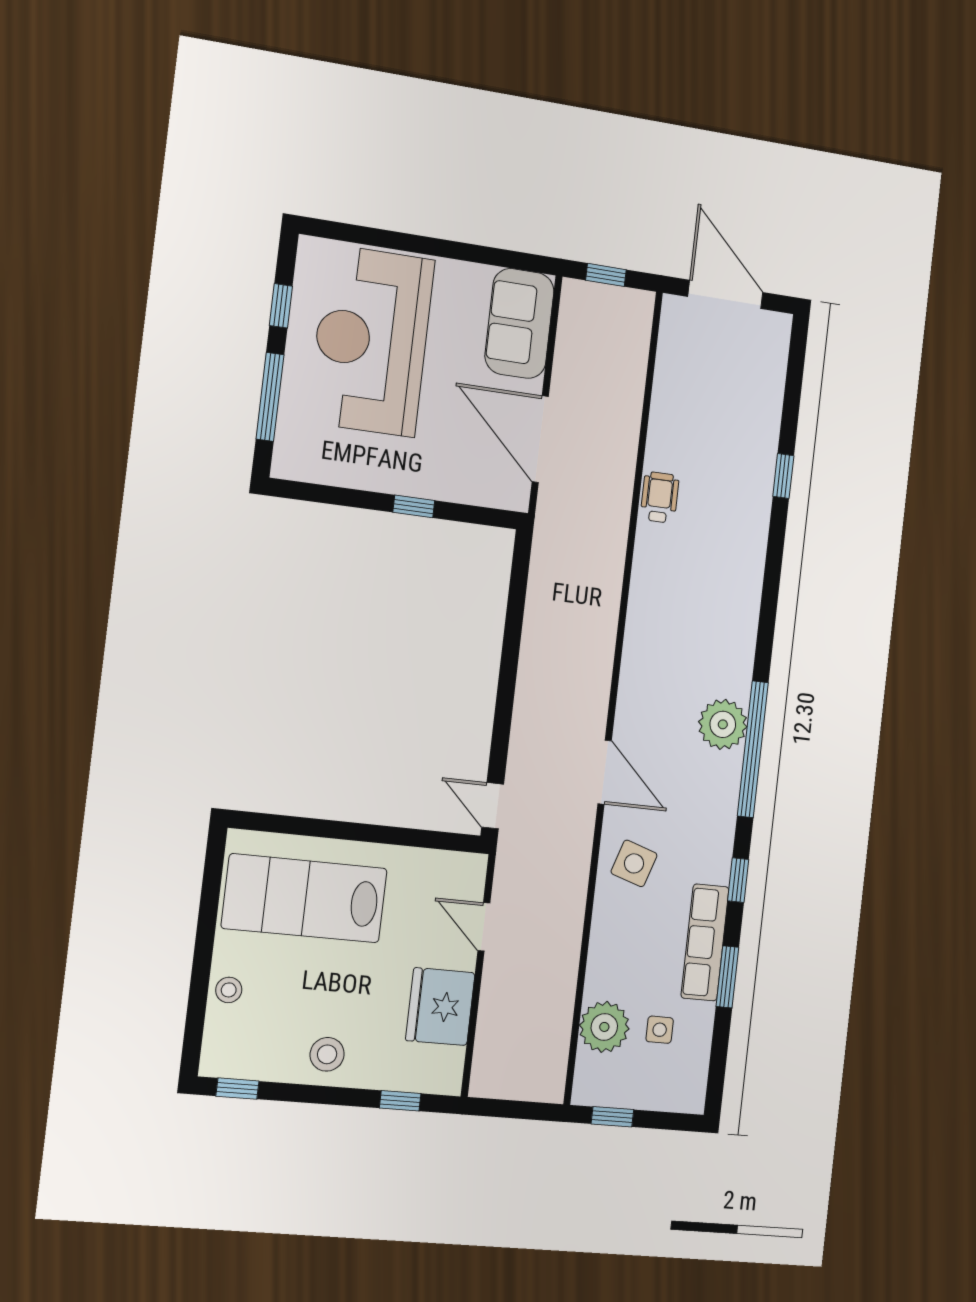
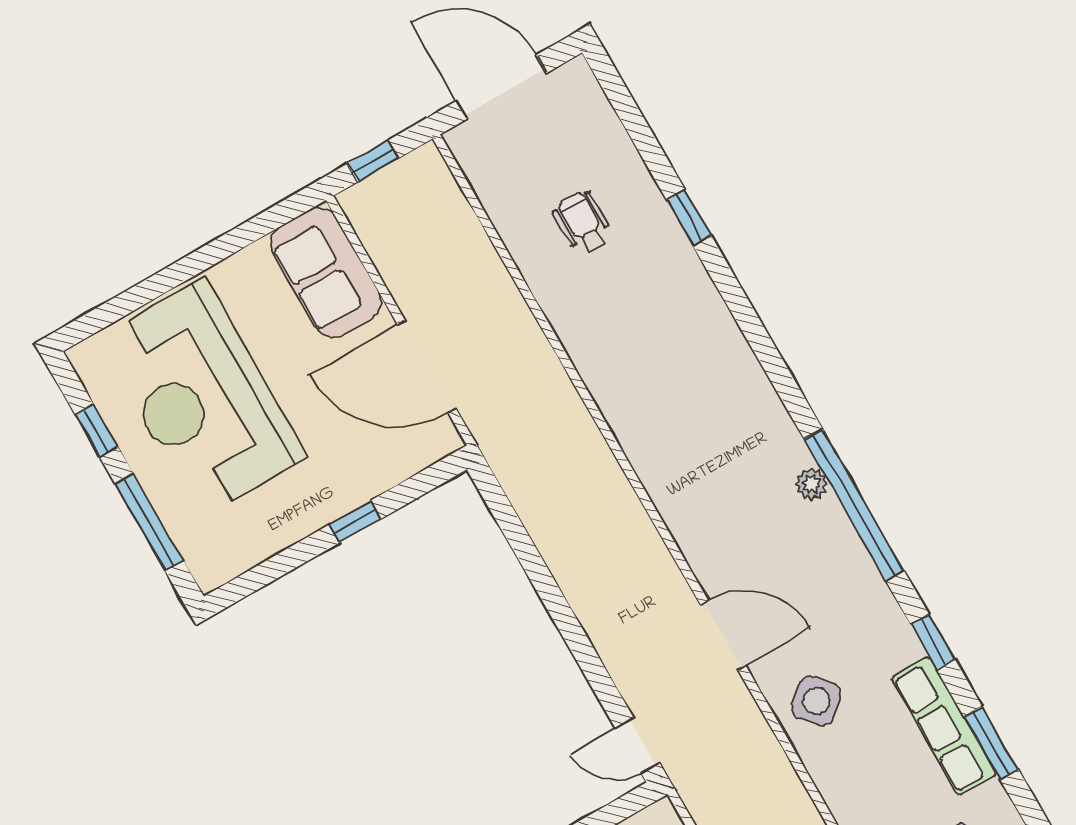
wheelchair: (660, 497) -> (583, 223), moved
plant: (723, 724) -> (812, 484), width x0.53, depth x0.53
side table: (634, 863) -> (816, 701), turned 31

